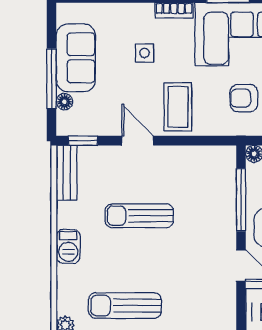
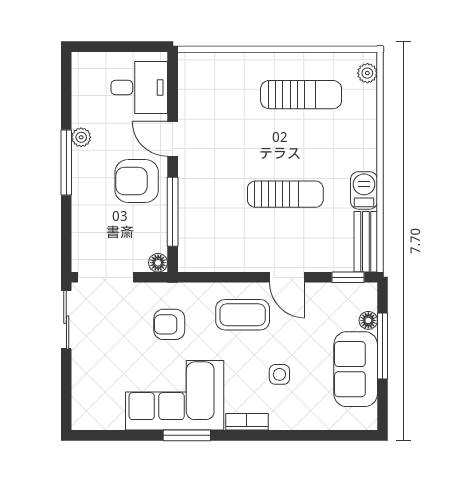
armchair: (244, 98) -> (169, 324), turned 180
coffee table: (178, 107) -> (243, 315), turned 90
barbecue: (68, 246) -> (364, 190), moved

